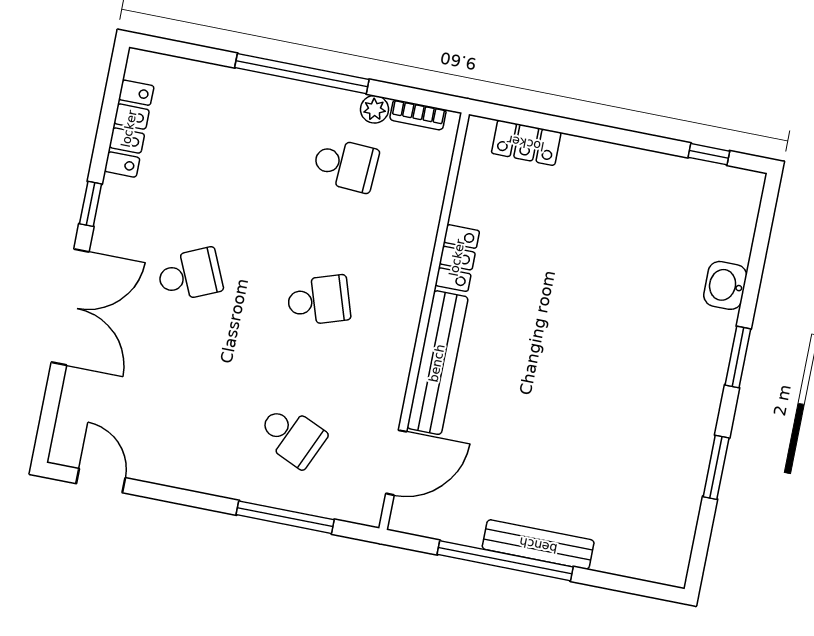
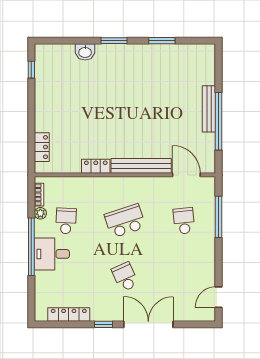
desk: (276, 117) -> (52, 254), added
school desk: (319, 300) -> (125, 221), width x1.85
school desk: (292, 436) -> (184, 221), turned -30

